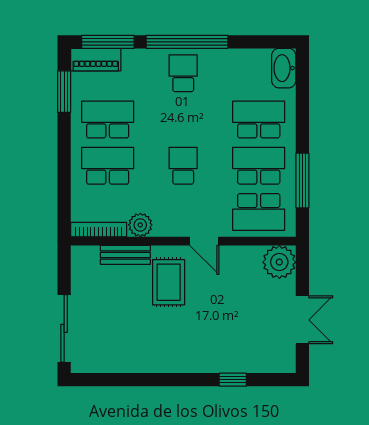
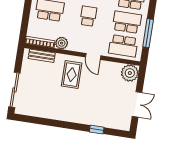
bench: (125, 255) -> (42, 56), moved

